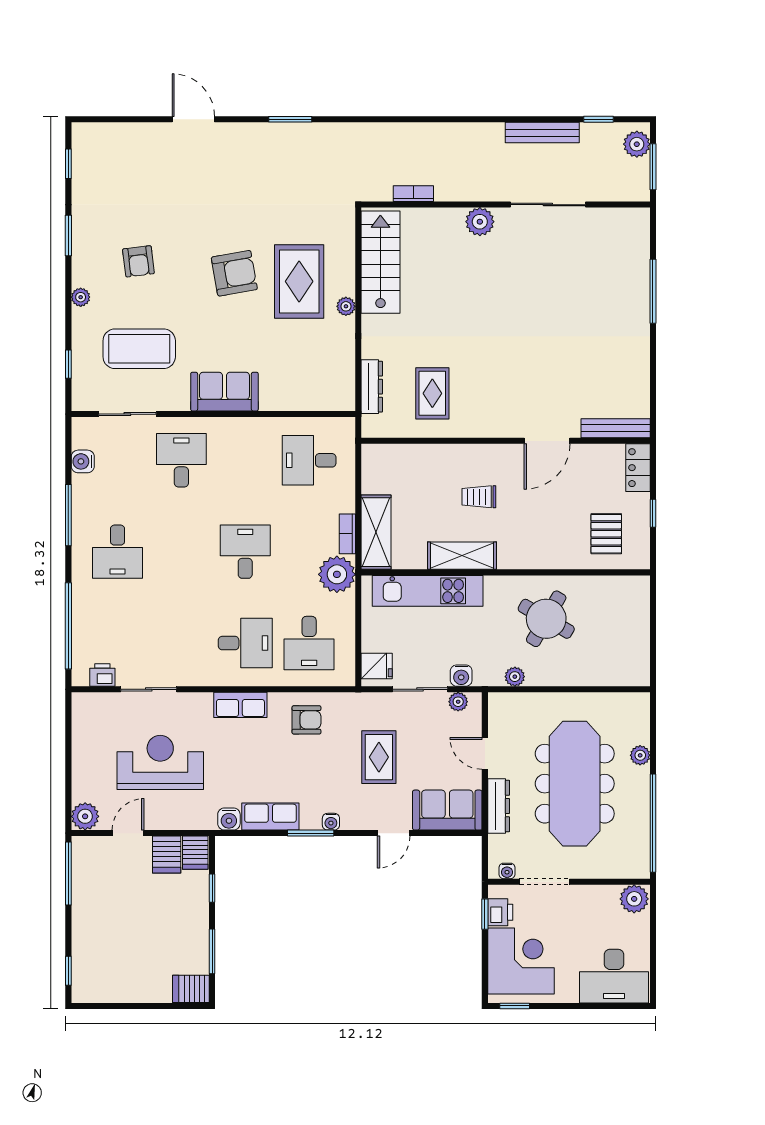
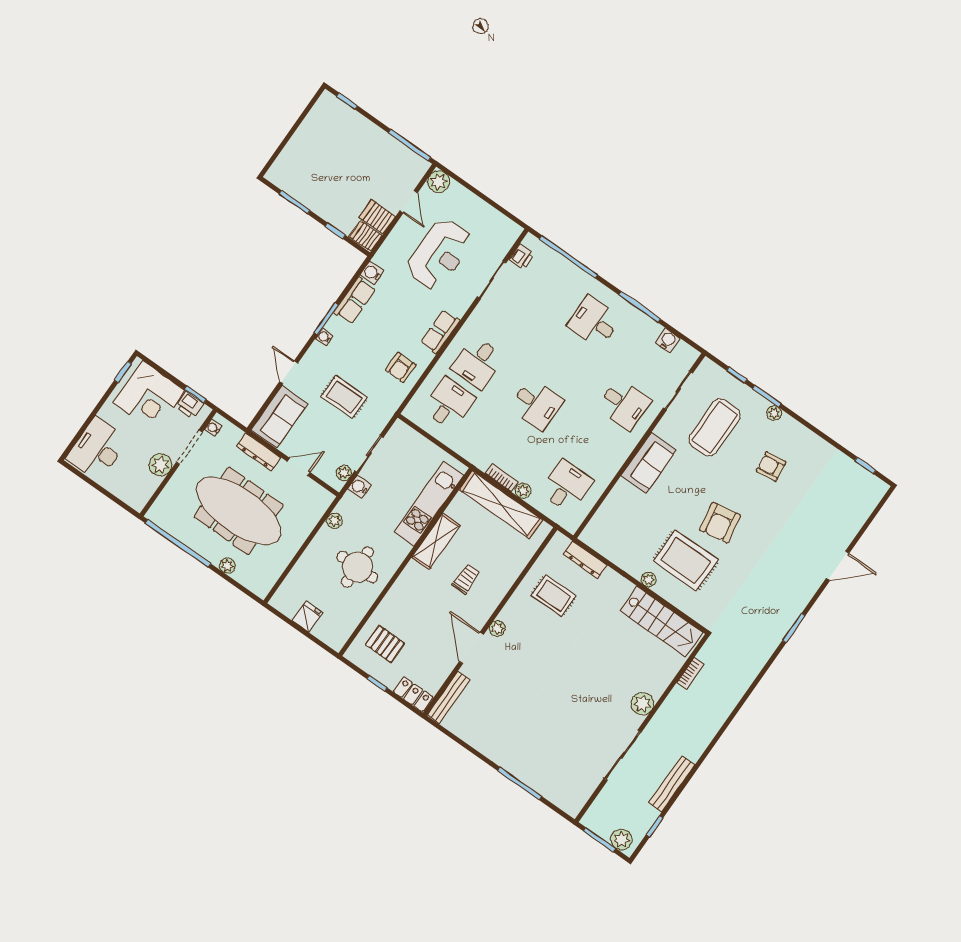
window: (68, 236) -> (767, 396), moved
plant: (508, 428) -> (497, 629), added
shelving: (376, 532) -> (501, 505), width x1.47
plant: (337, 574) -> (523, 491), moved, width x0.53, depth x0.53
round table: (546, 619) -> (357, 567), turned -30
desk: (309, 643) -> (449, 404), turned 90
fridge: (377, 666) -> (307, 617), moved, turned 180
plant: (634, 899) -> (160, 465), moved
server rack: (191, 989) -> (280, 172), removed

